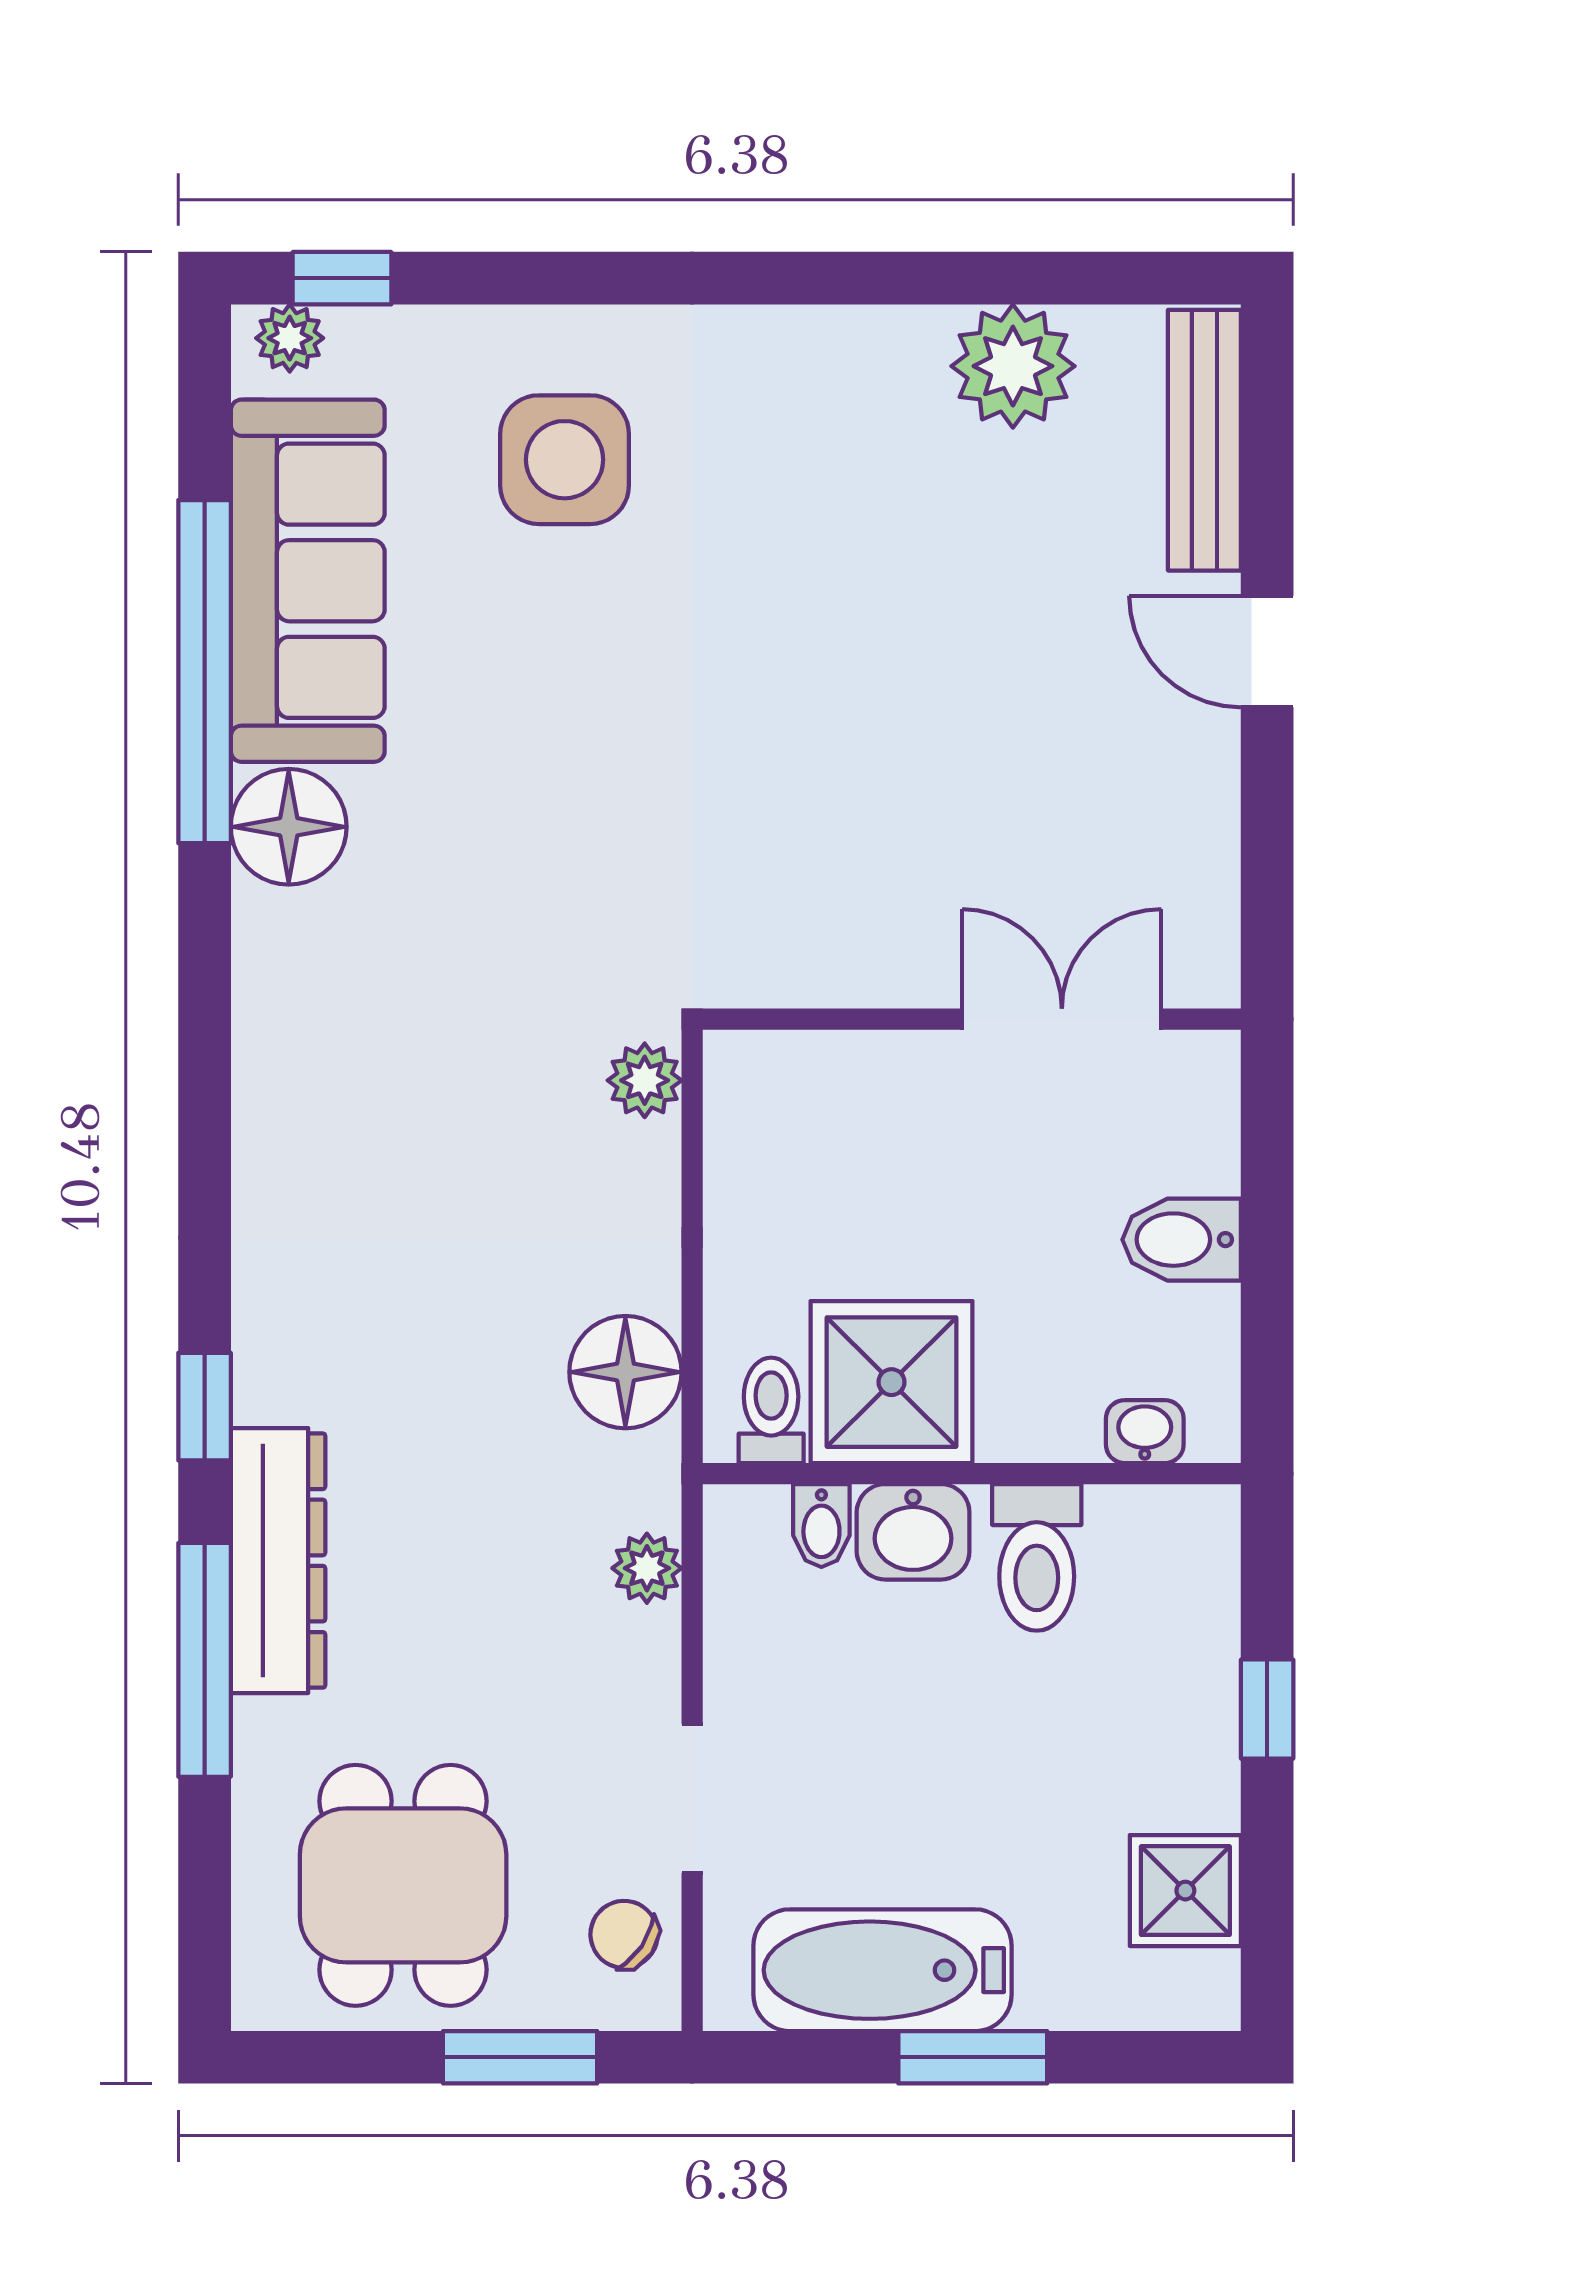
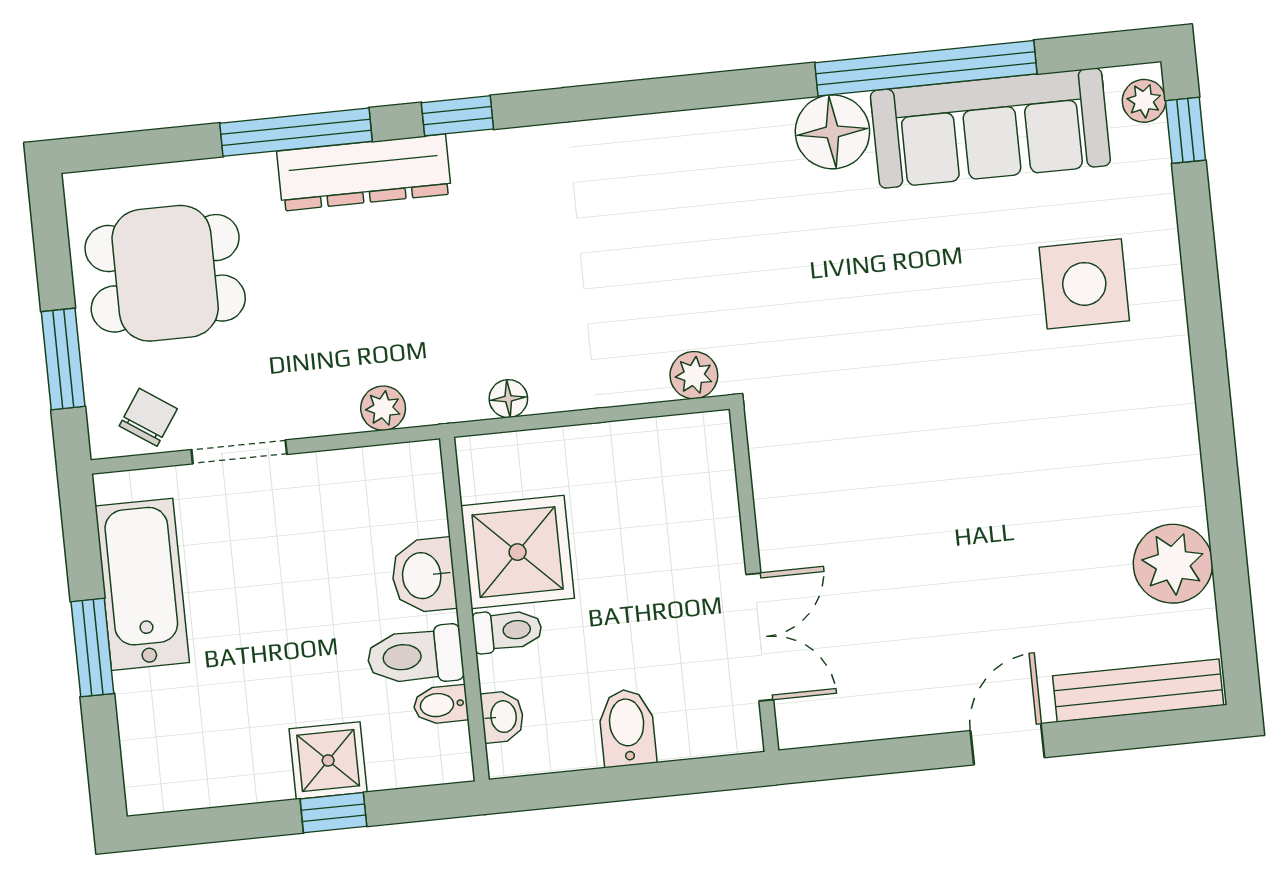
floor lamp: (625, 1372) -> (508, 399), width x0.53, depth x0.53
toilet: (771, 1410) -> (507, 631), moved
bidet: (821, 1526) -> (441, 705), moved
shower: (1185, 1891) -> (328, 760), moved

